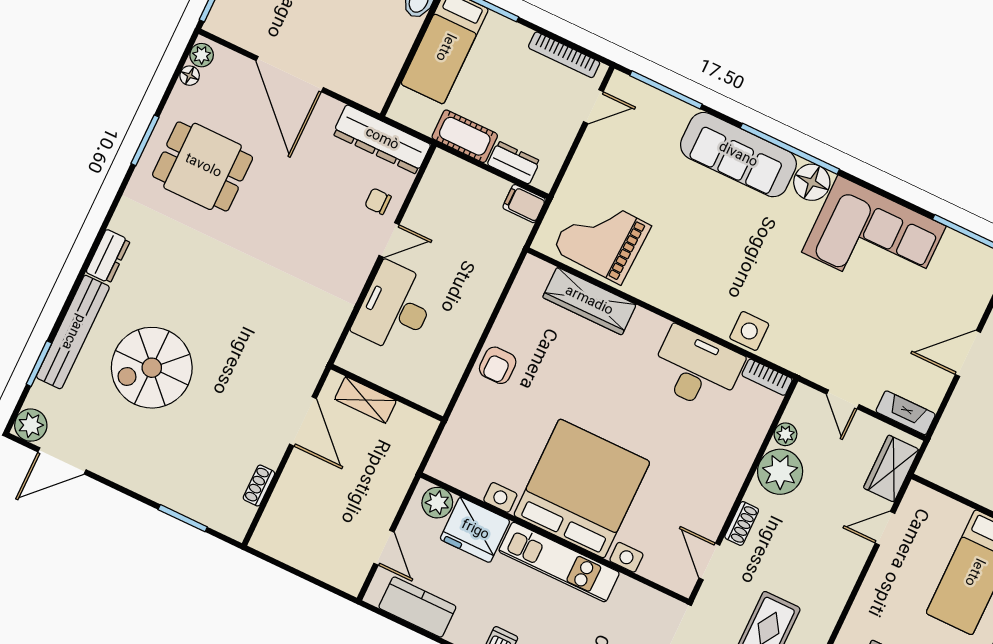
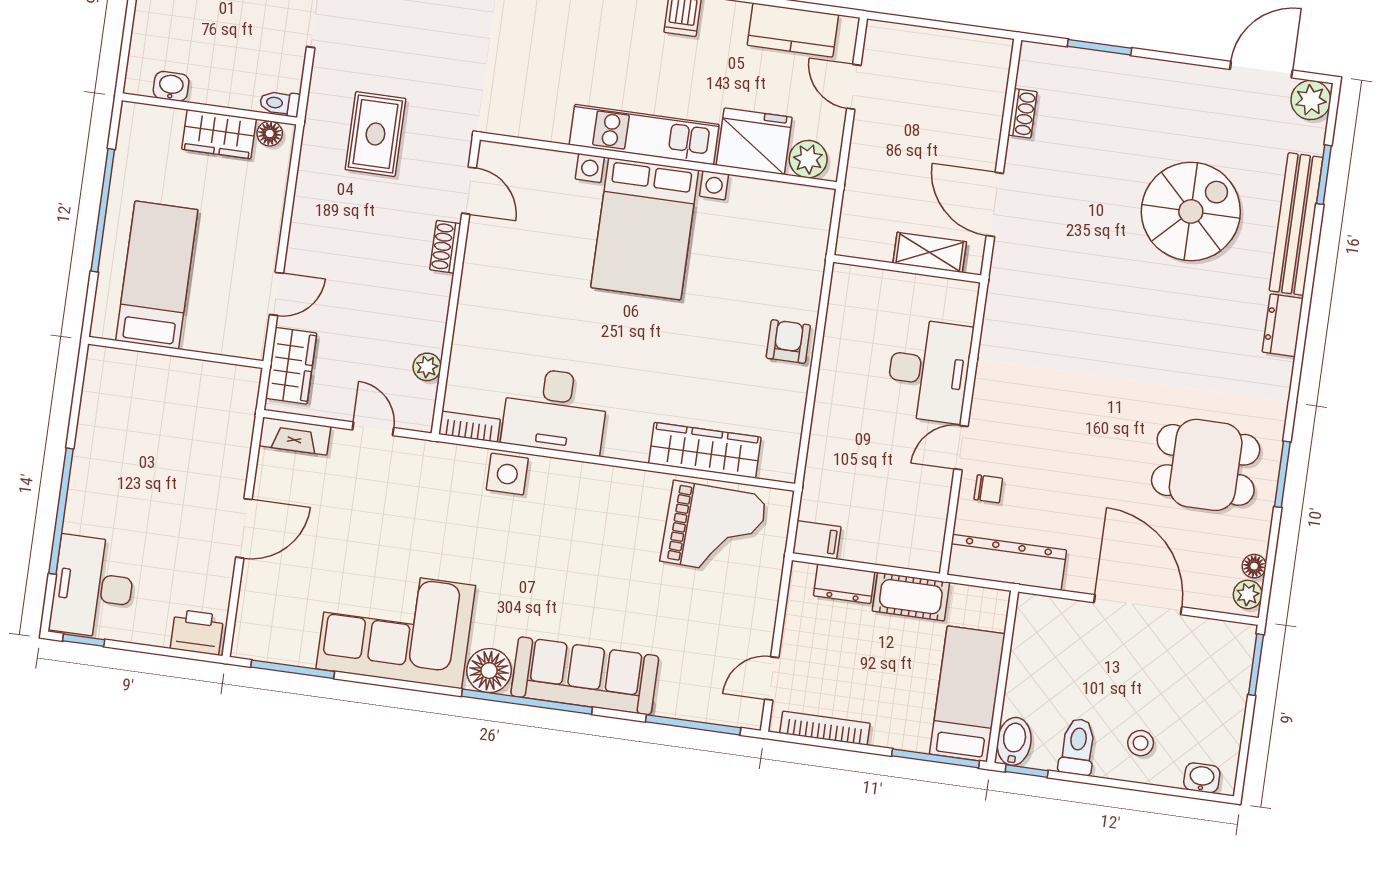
plant: (780, 472) -> (420, 321), removed
bed with nightstands: (582, 489) -> (645, 229), width x0.73

